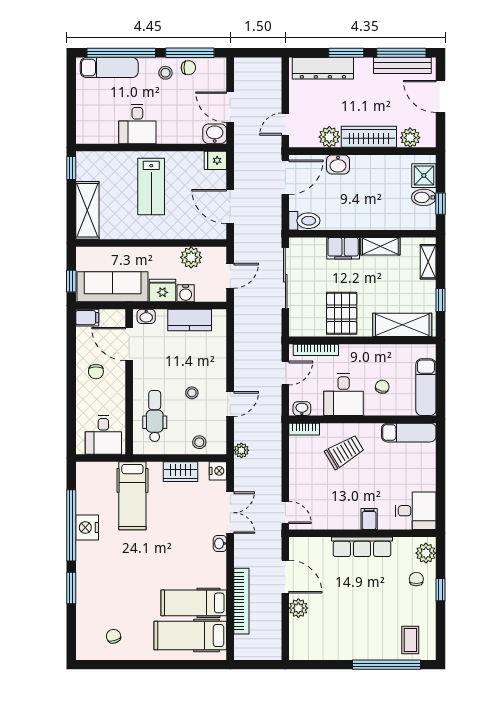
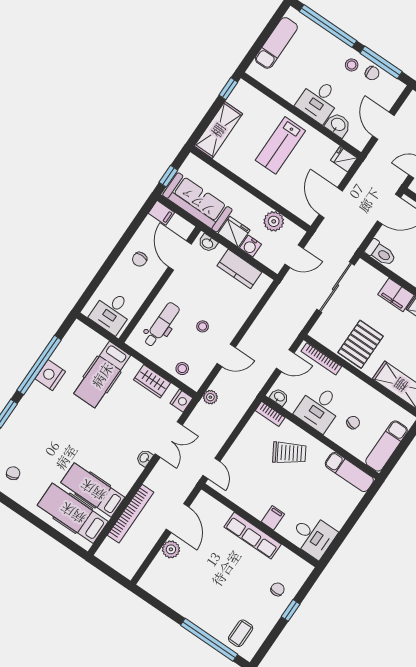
exam couch: (109, 68) -> (276, 43), moved, turned -90
desk: (137, 124) -> (319, 100), moved
washbasin: (215, 134) -> (338, 125), moved
plant: (426, 553) -> (299, 574), removed

